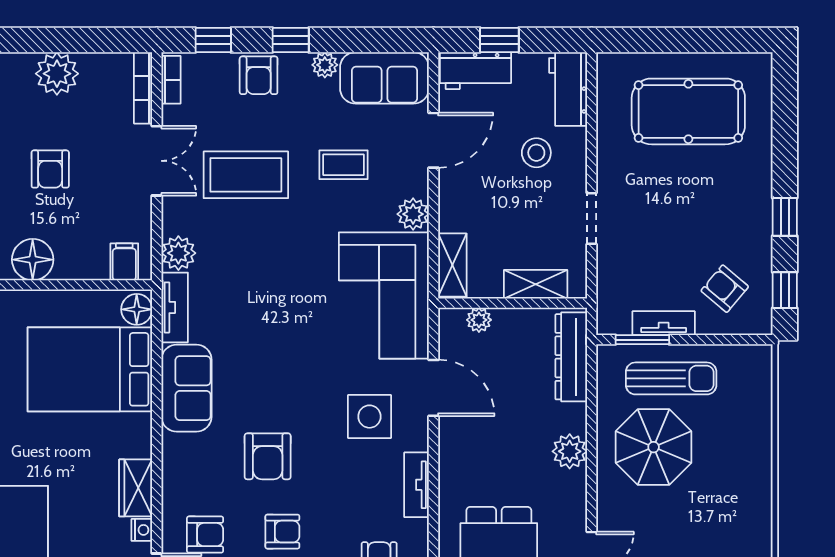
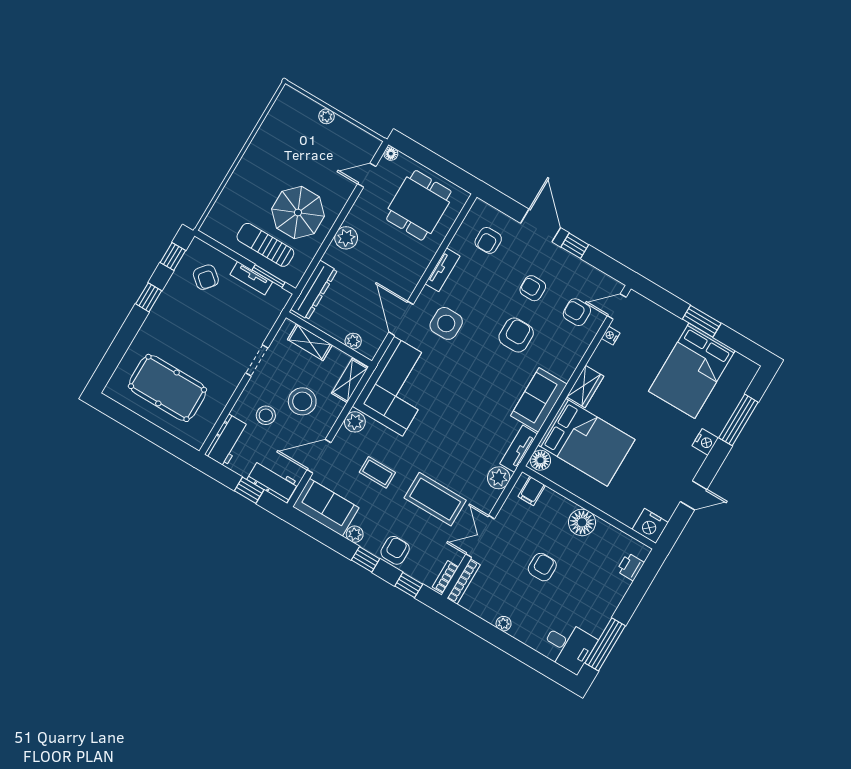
plant: (57, 74) -> (504, 624), width x0.53, depth x0.53
stool: (499, 200) -> (302, 401), added
wardrobe: (136, 488) -> (585, 386), moved

